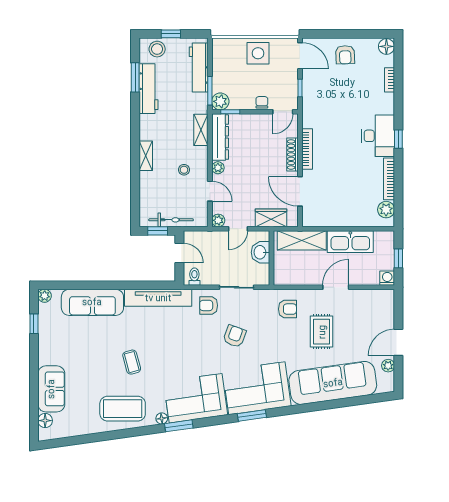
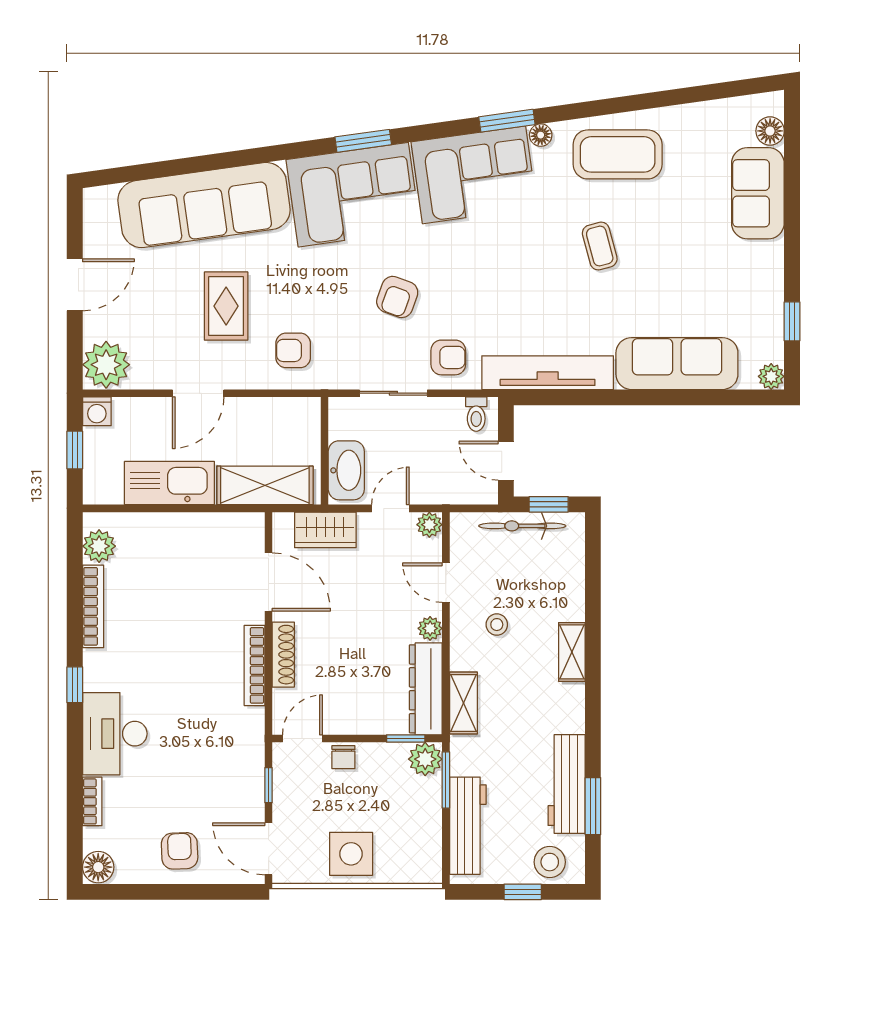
desk: (378, 136) -> (115, 734), moved
washbasin: (260, 252) -> (346, 470), width x1.38
plant: (388, 366) -> (106, 365), moved, width x1.87, depth x1.87

